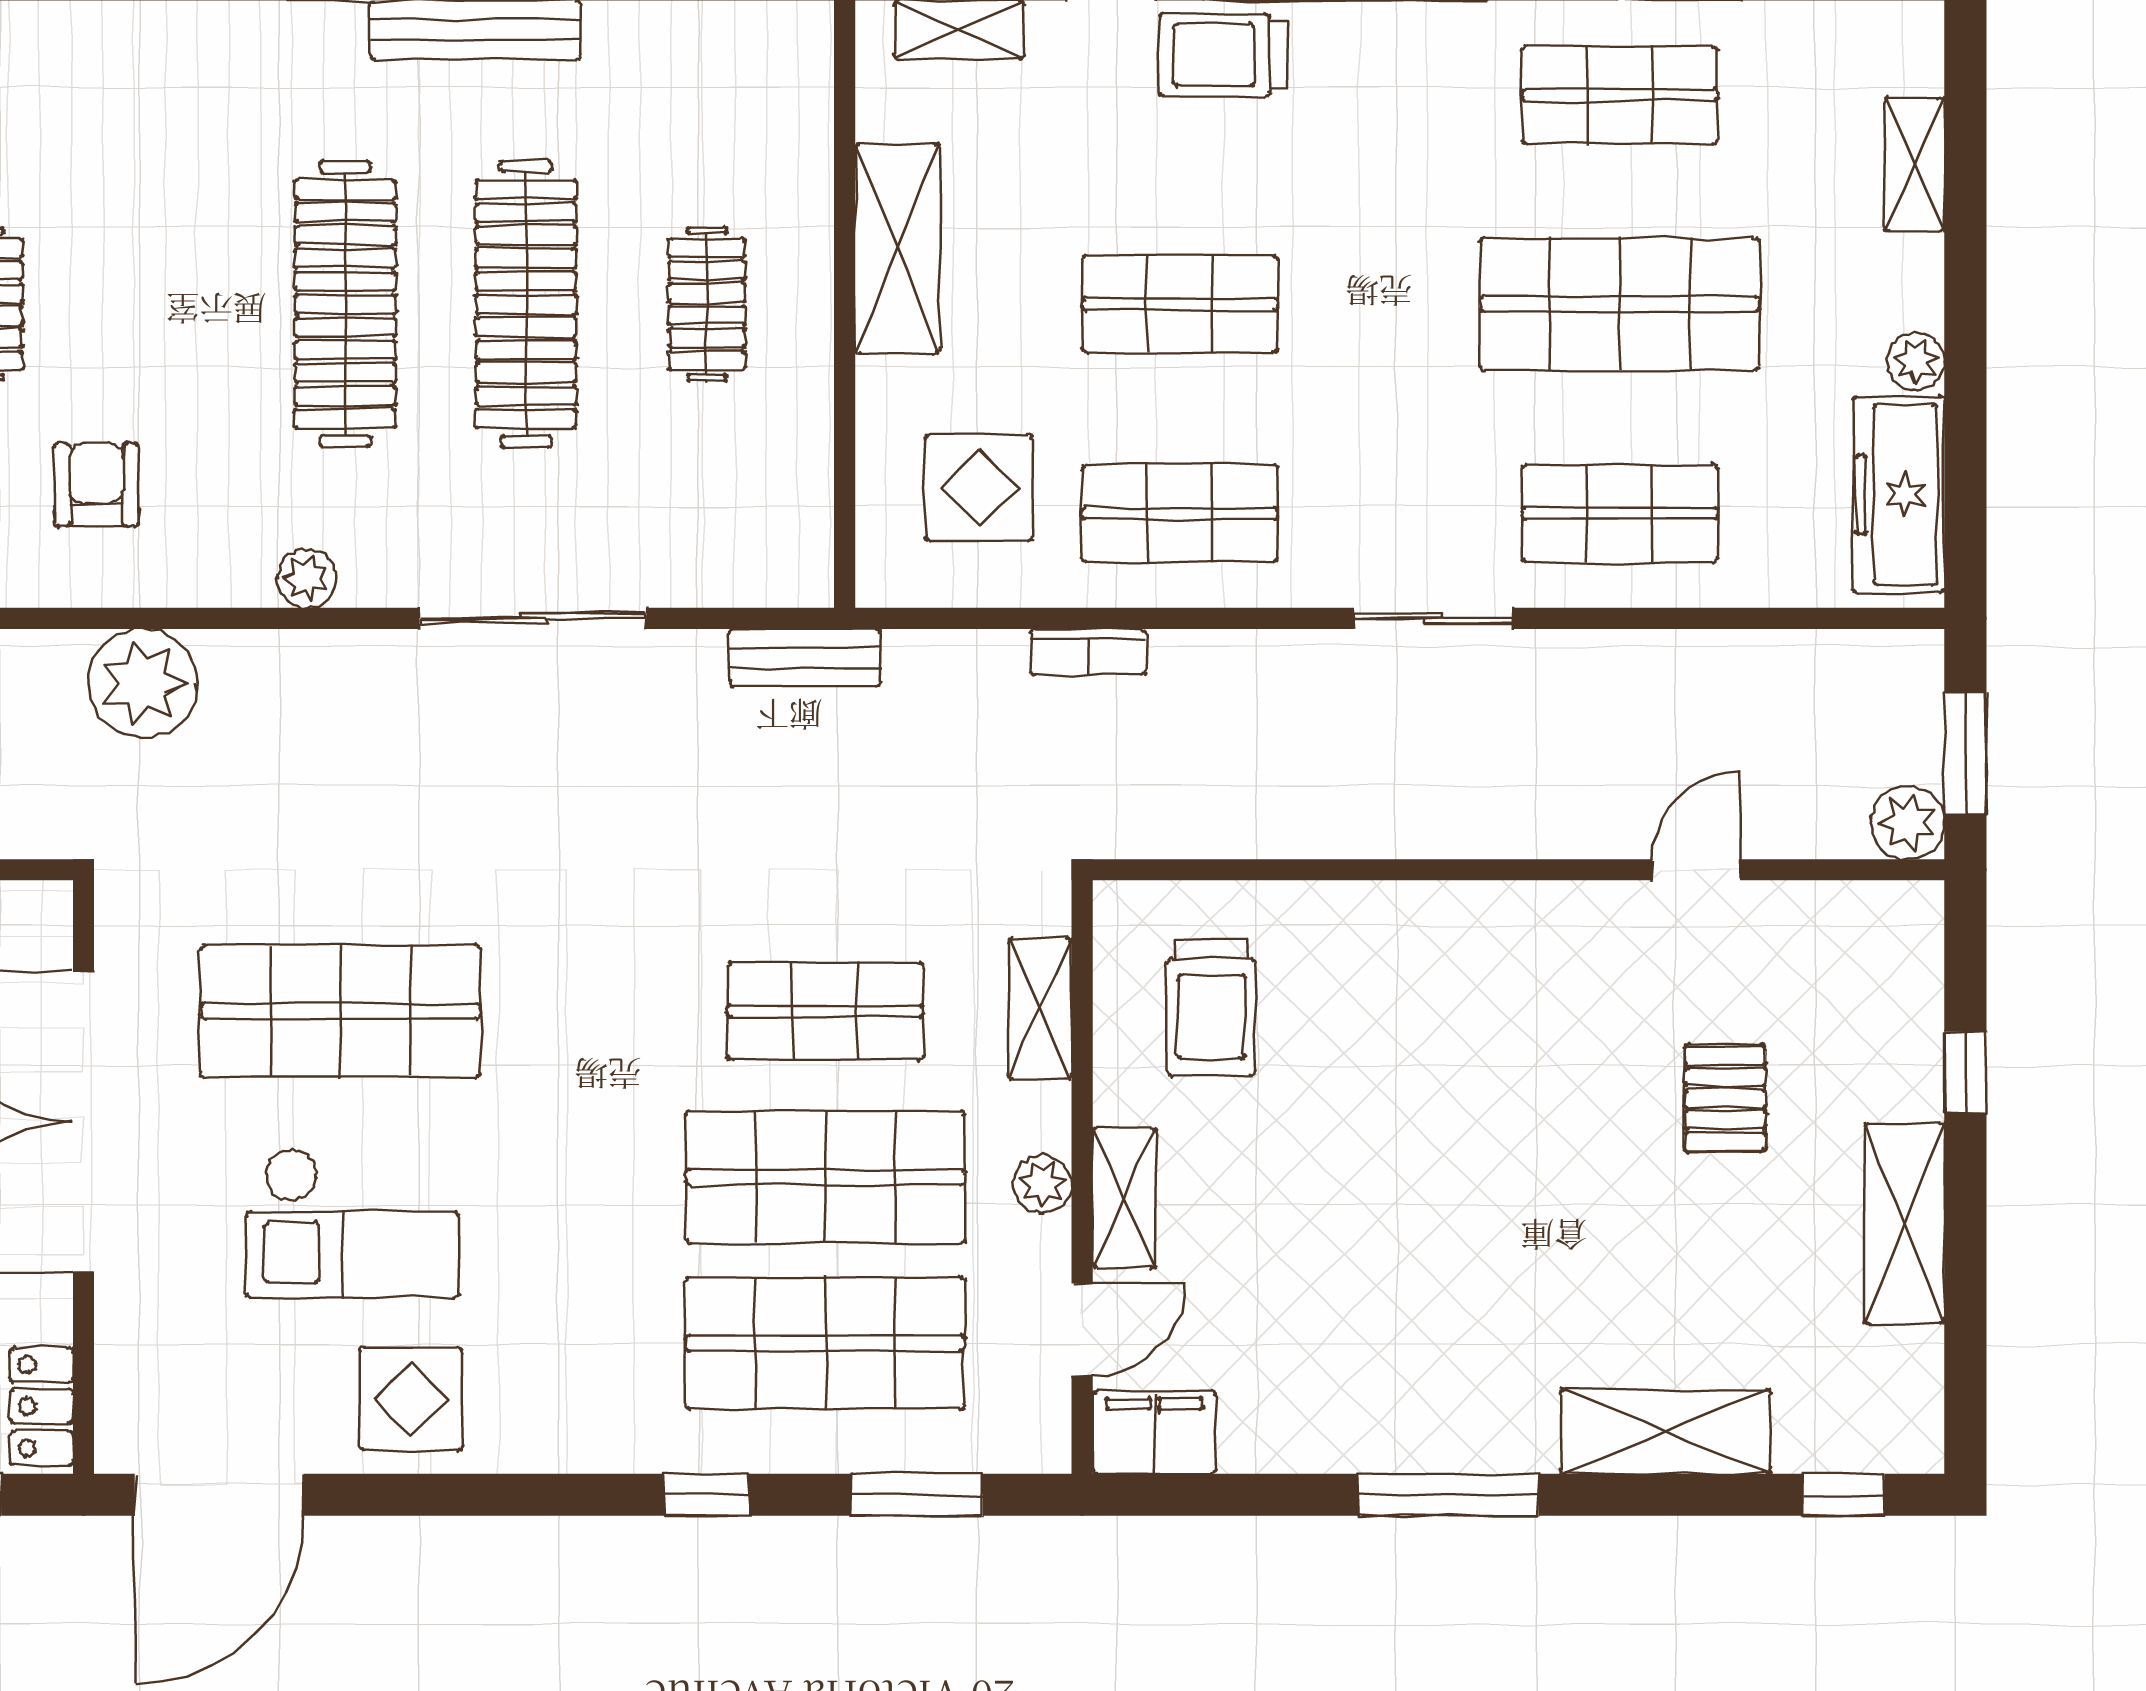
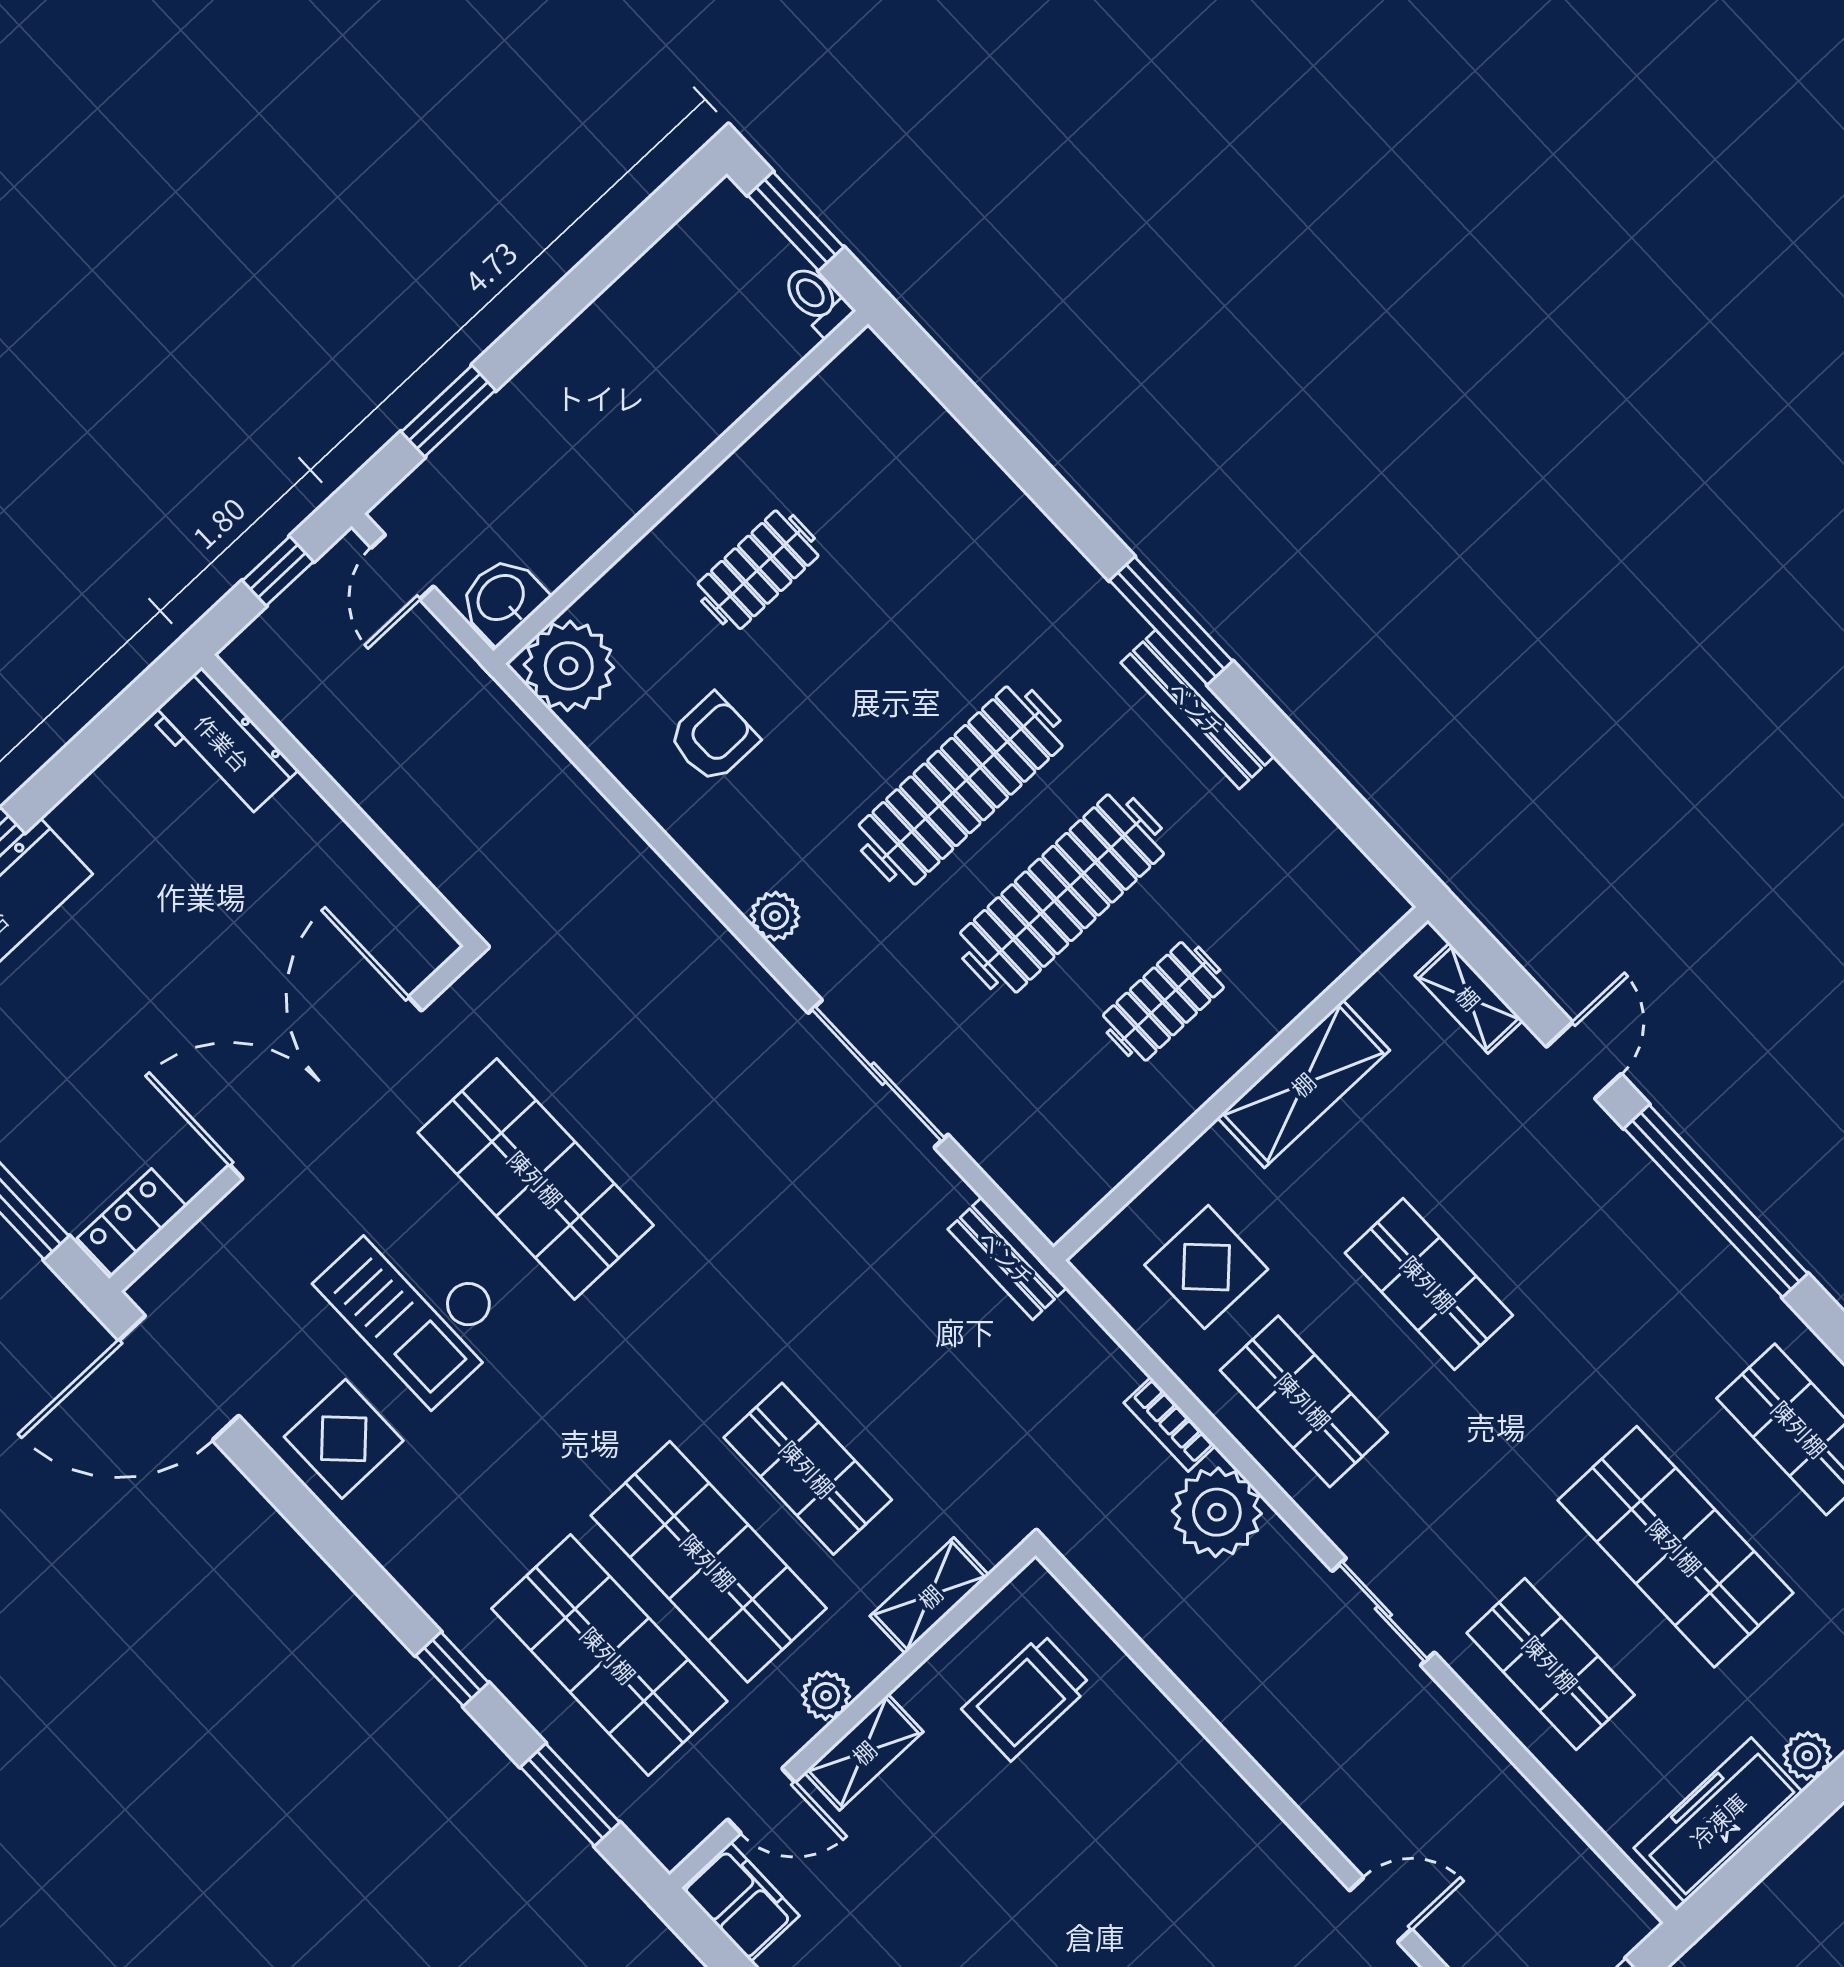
trolley: (1223, 55) -> (1602, 1170), removed
plant: (143, 683) -> (1217, 1512), moved

